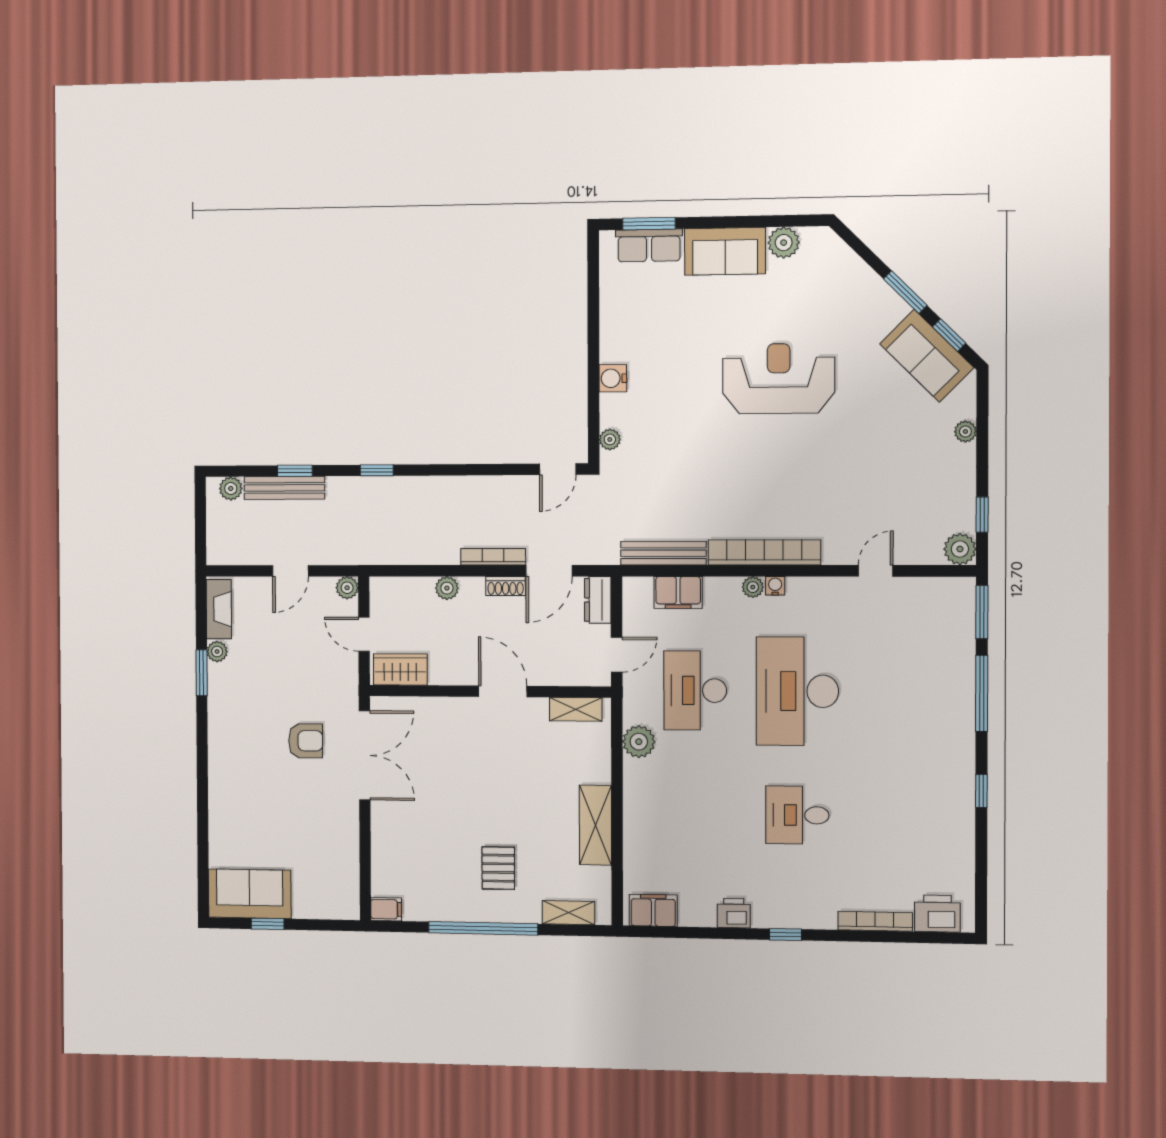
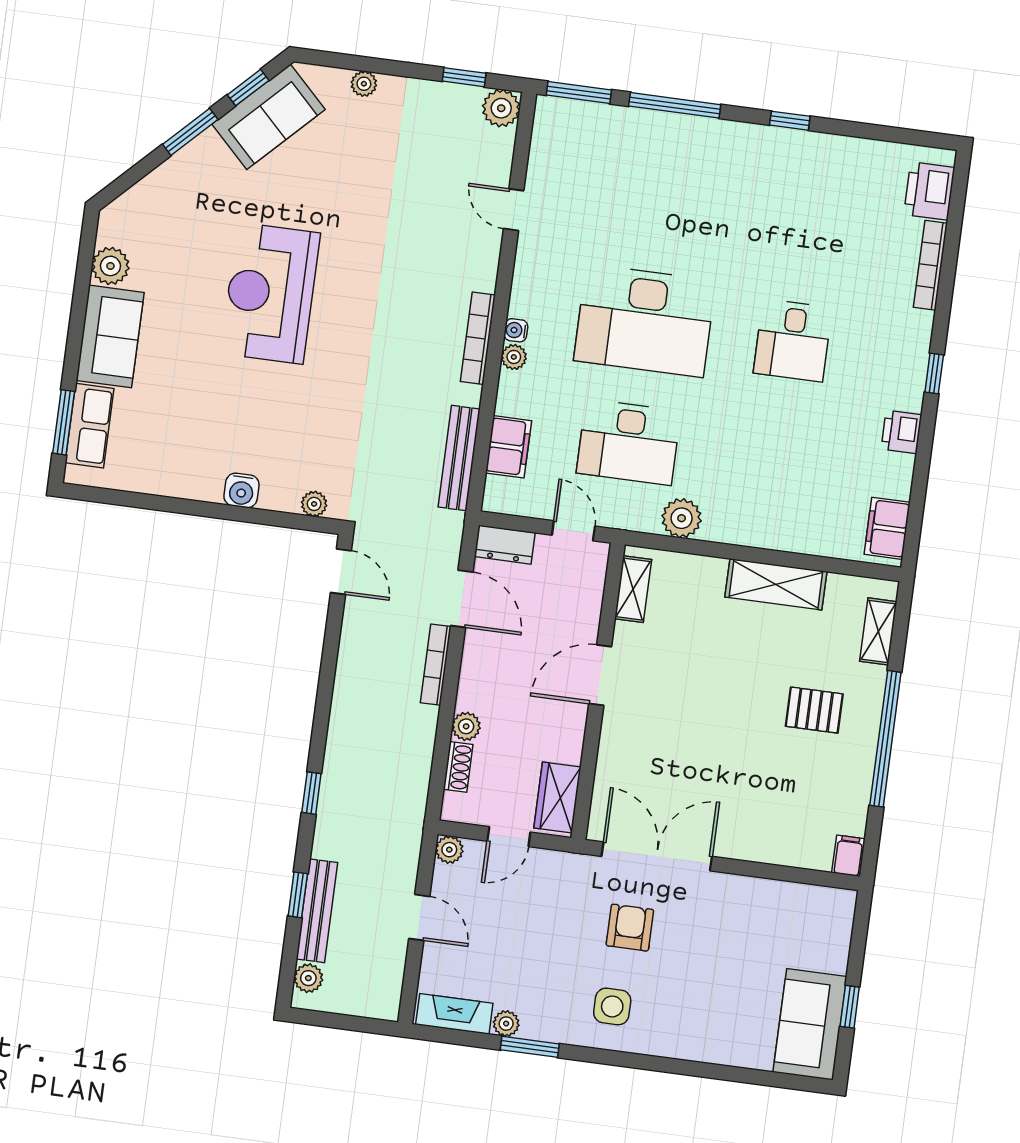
bookcase: (764, 552) -> (478, 338), width x0.68, depth x0.76
shoe rack: (506, 586) -> (458, 767), moved
side table: (242, 734) -> (612, 1006), added

